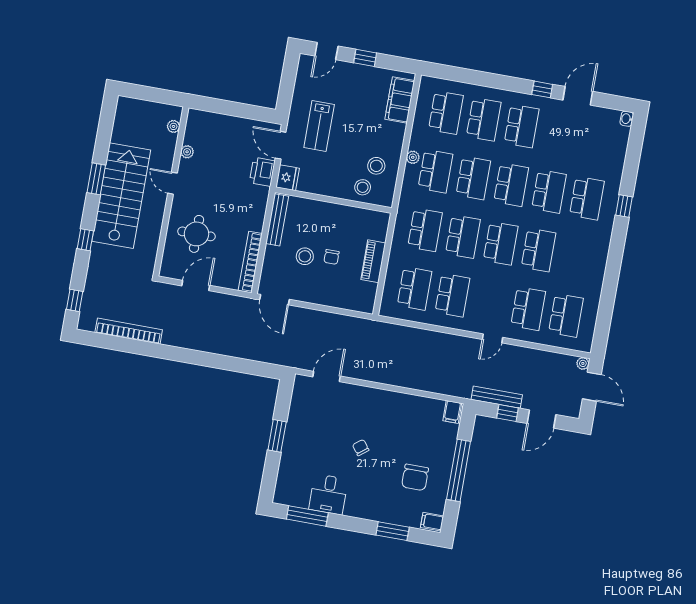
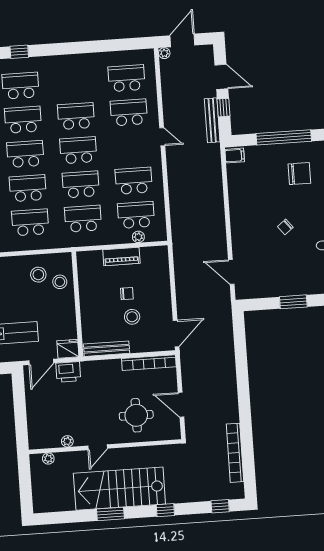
plant: (413, 157) -> (138, 237), moved

